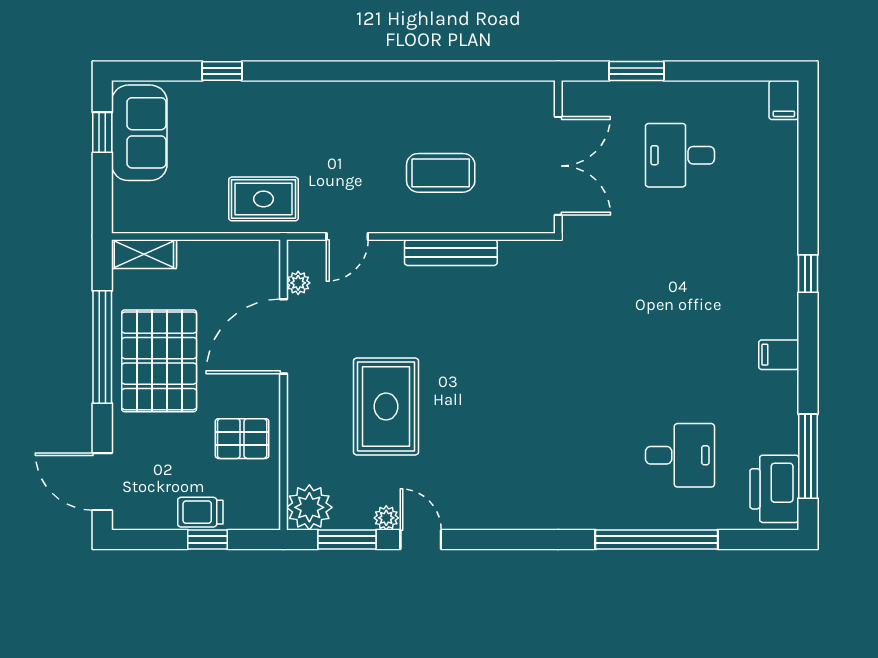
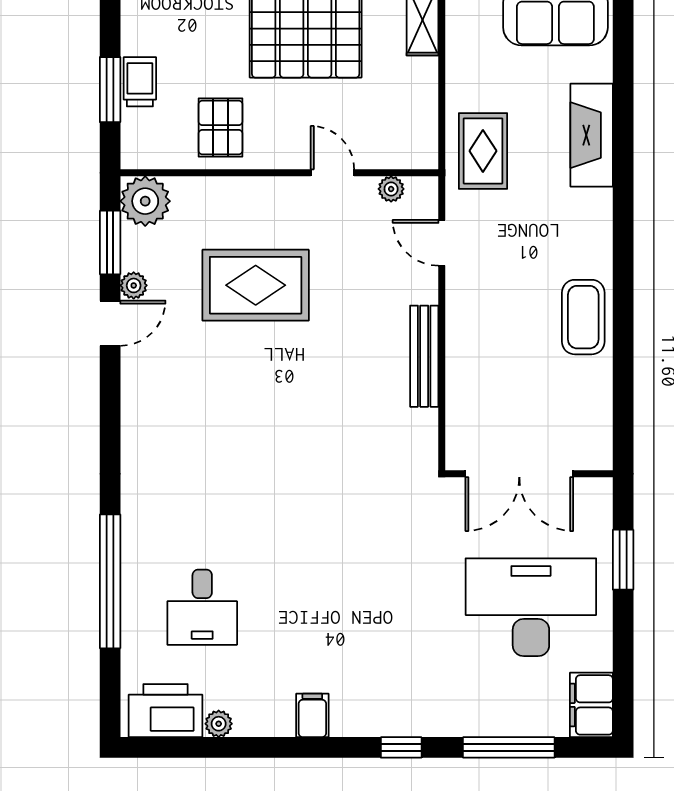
window: (222, 71) -> (623, 106), removed
fireplace: (249, 100) -> (592, 135), added
filing cabinet: (784, 100) -> (591, 705), width x2.00
desk: (680, 155) -> (531, 607), width x1.87, depth x1.30
coffee table: (441, 173) -> (583, 317), moved
door: (283, 336) -> (332, 173), width x0.53
plant: (786, 440) -> (219, 724), added
window: (808, 456) -> (509, 747), moved
window: (207, 539) -> (110, 90), width x1.50

